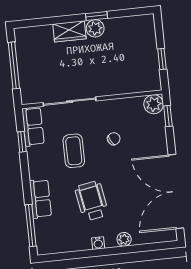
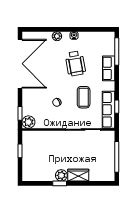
row of seats: (33, 127) -> (108, 110), width x1.48

